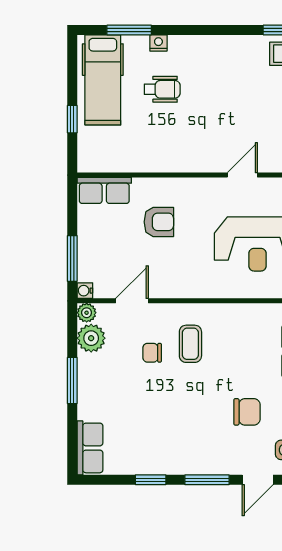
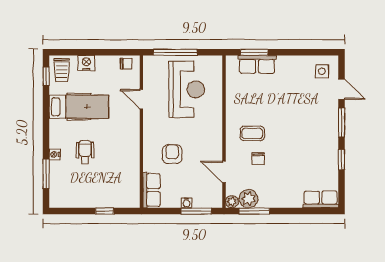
hospital bed: (103, 80) -> (79, 107), moved
water cooler: (85, 291) -> (186, 203), moved
window: (72, 380) -> (254, 211), moved
chair: (247, 412) -> (297, 96), removed

